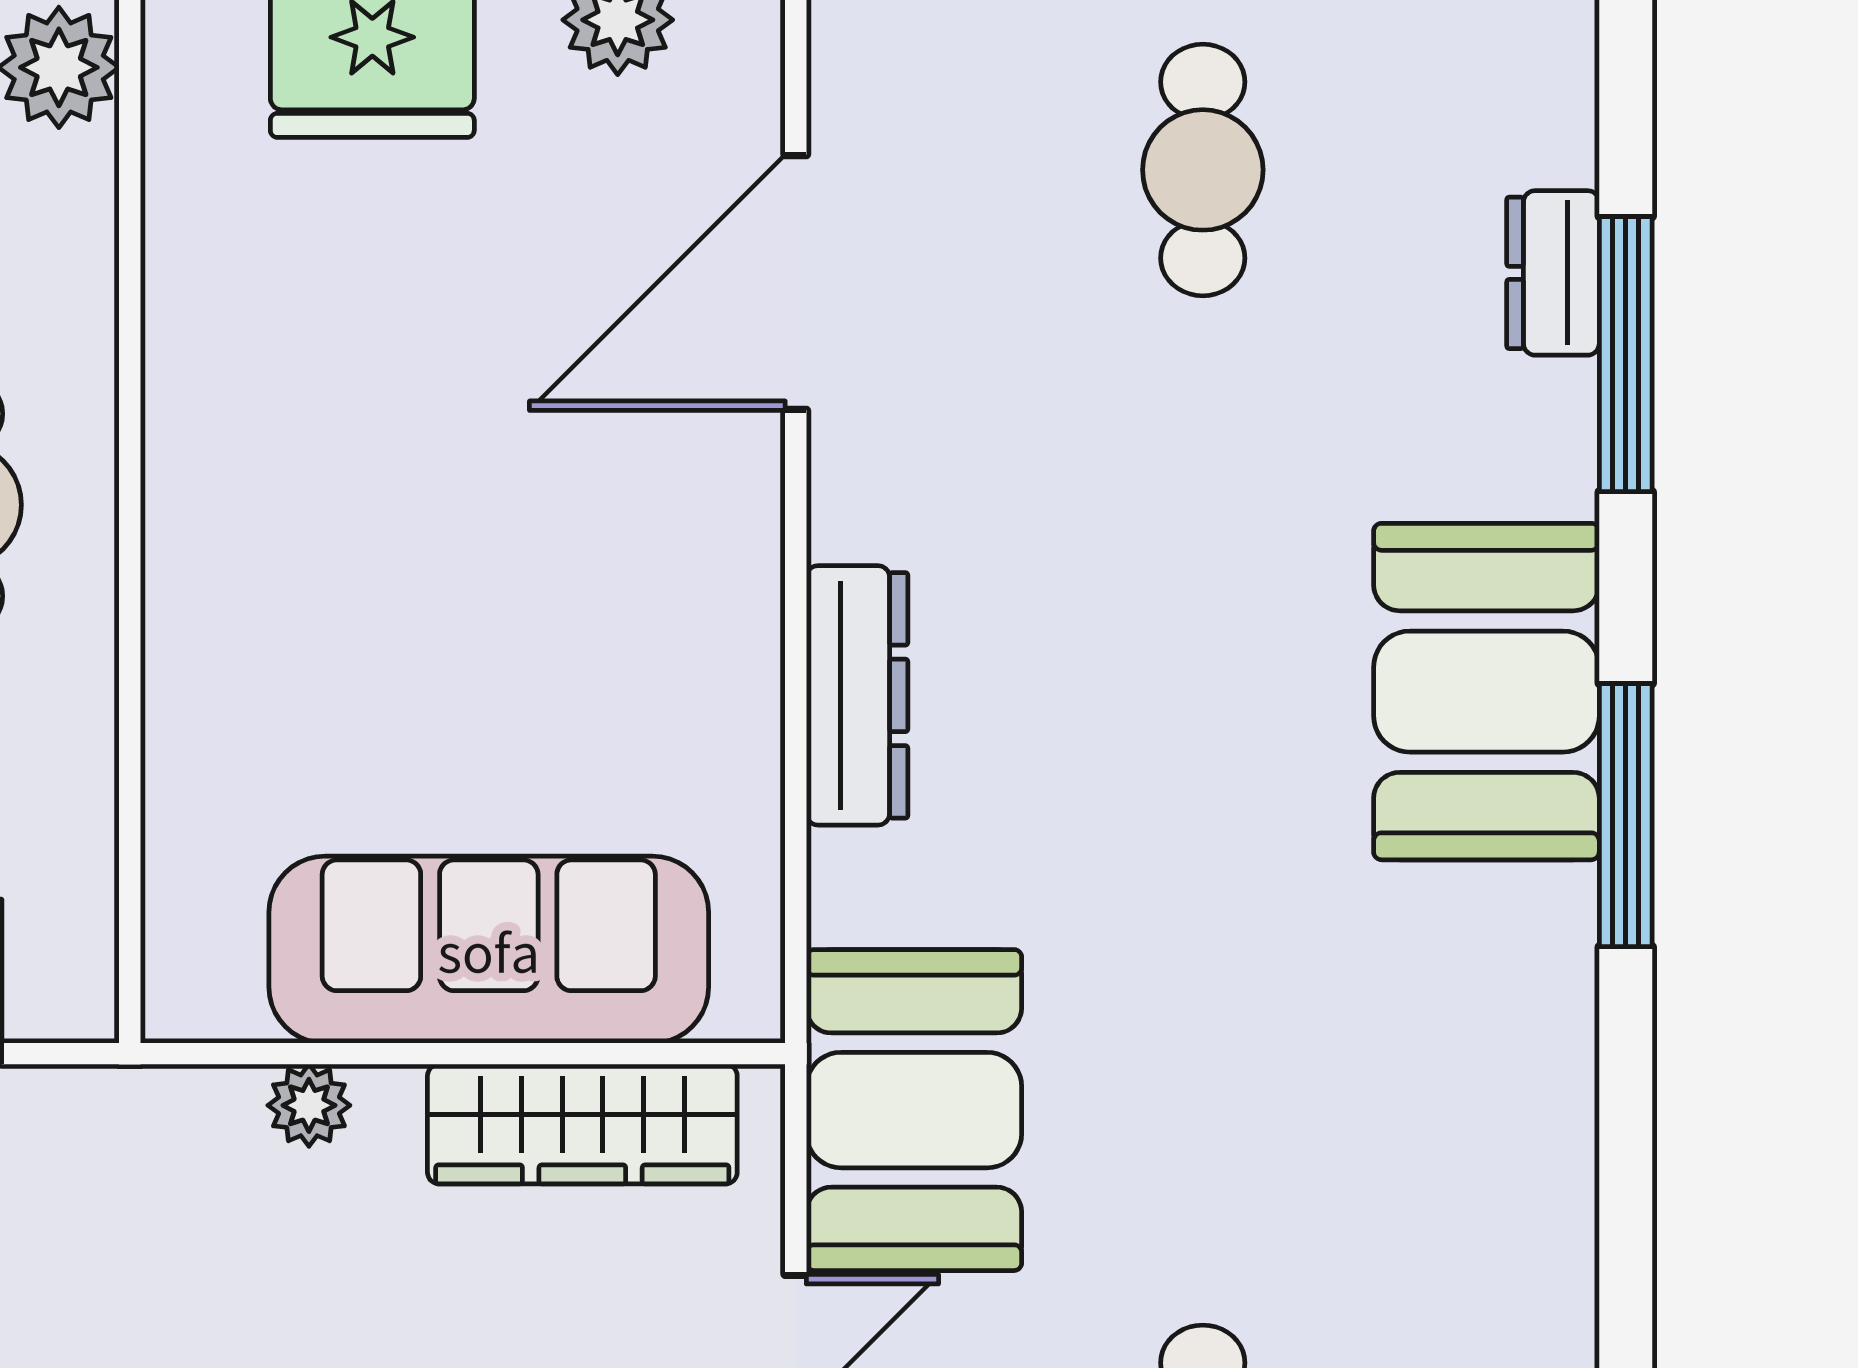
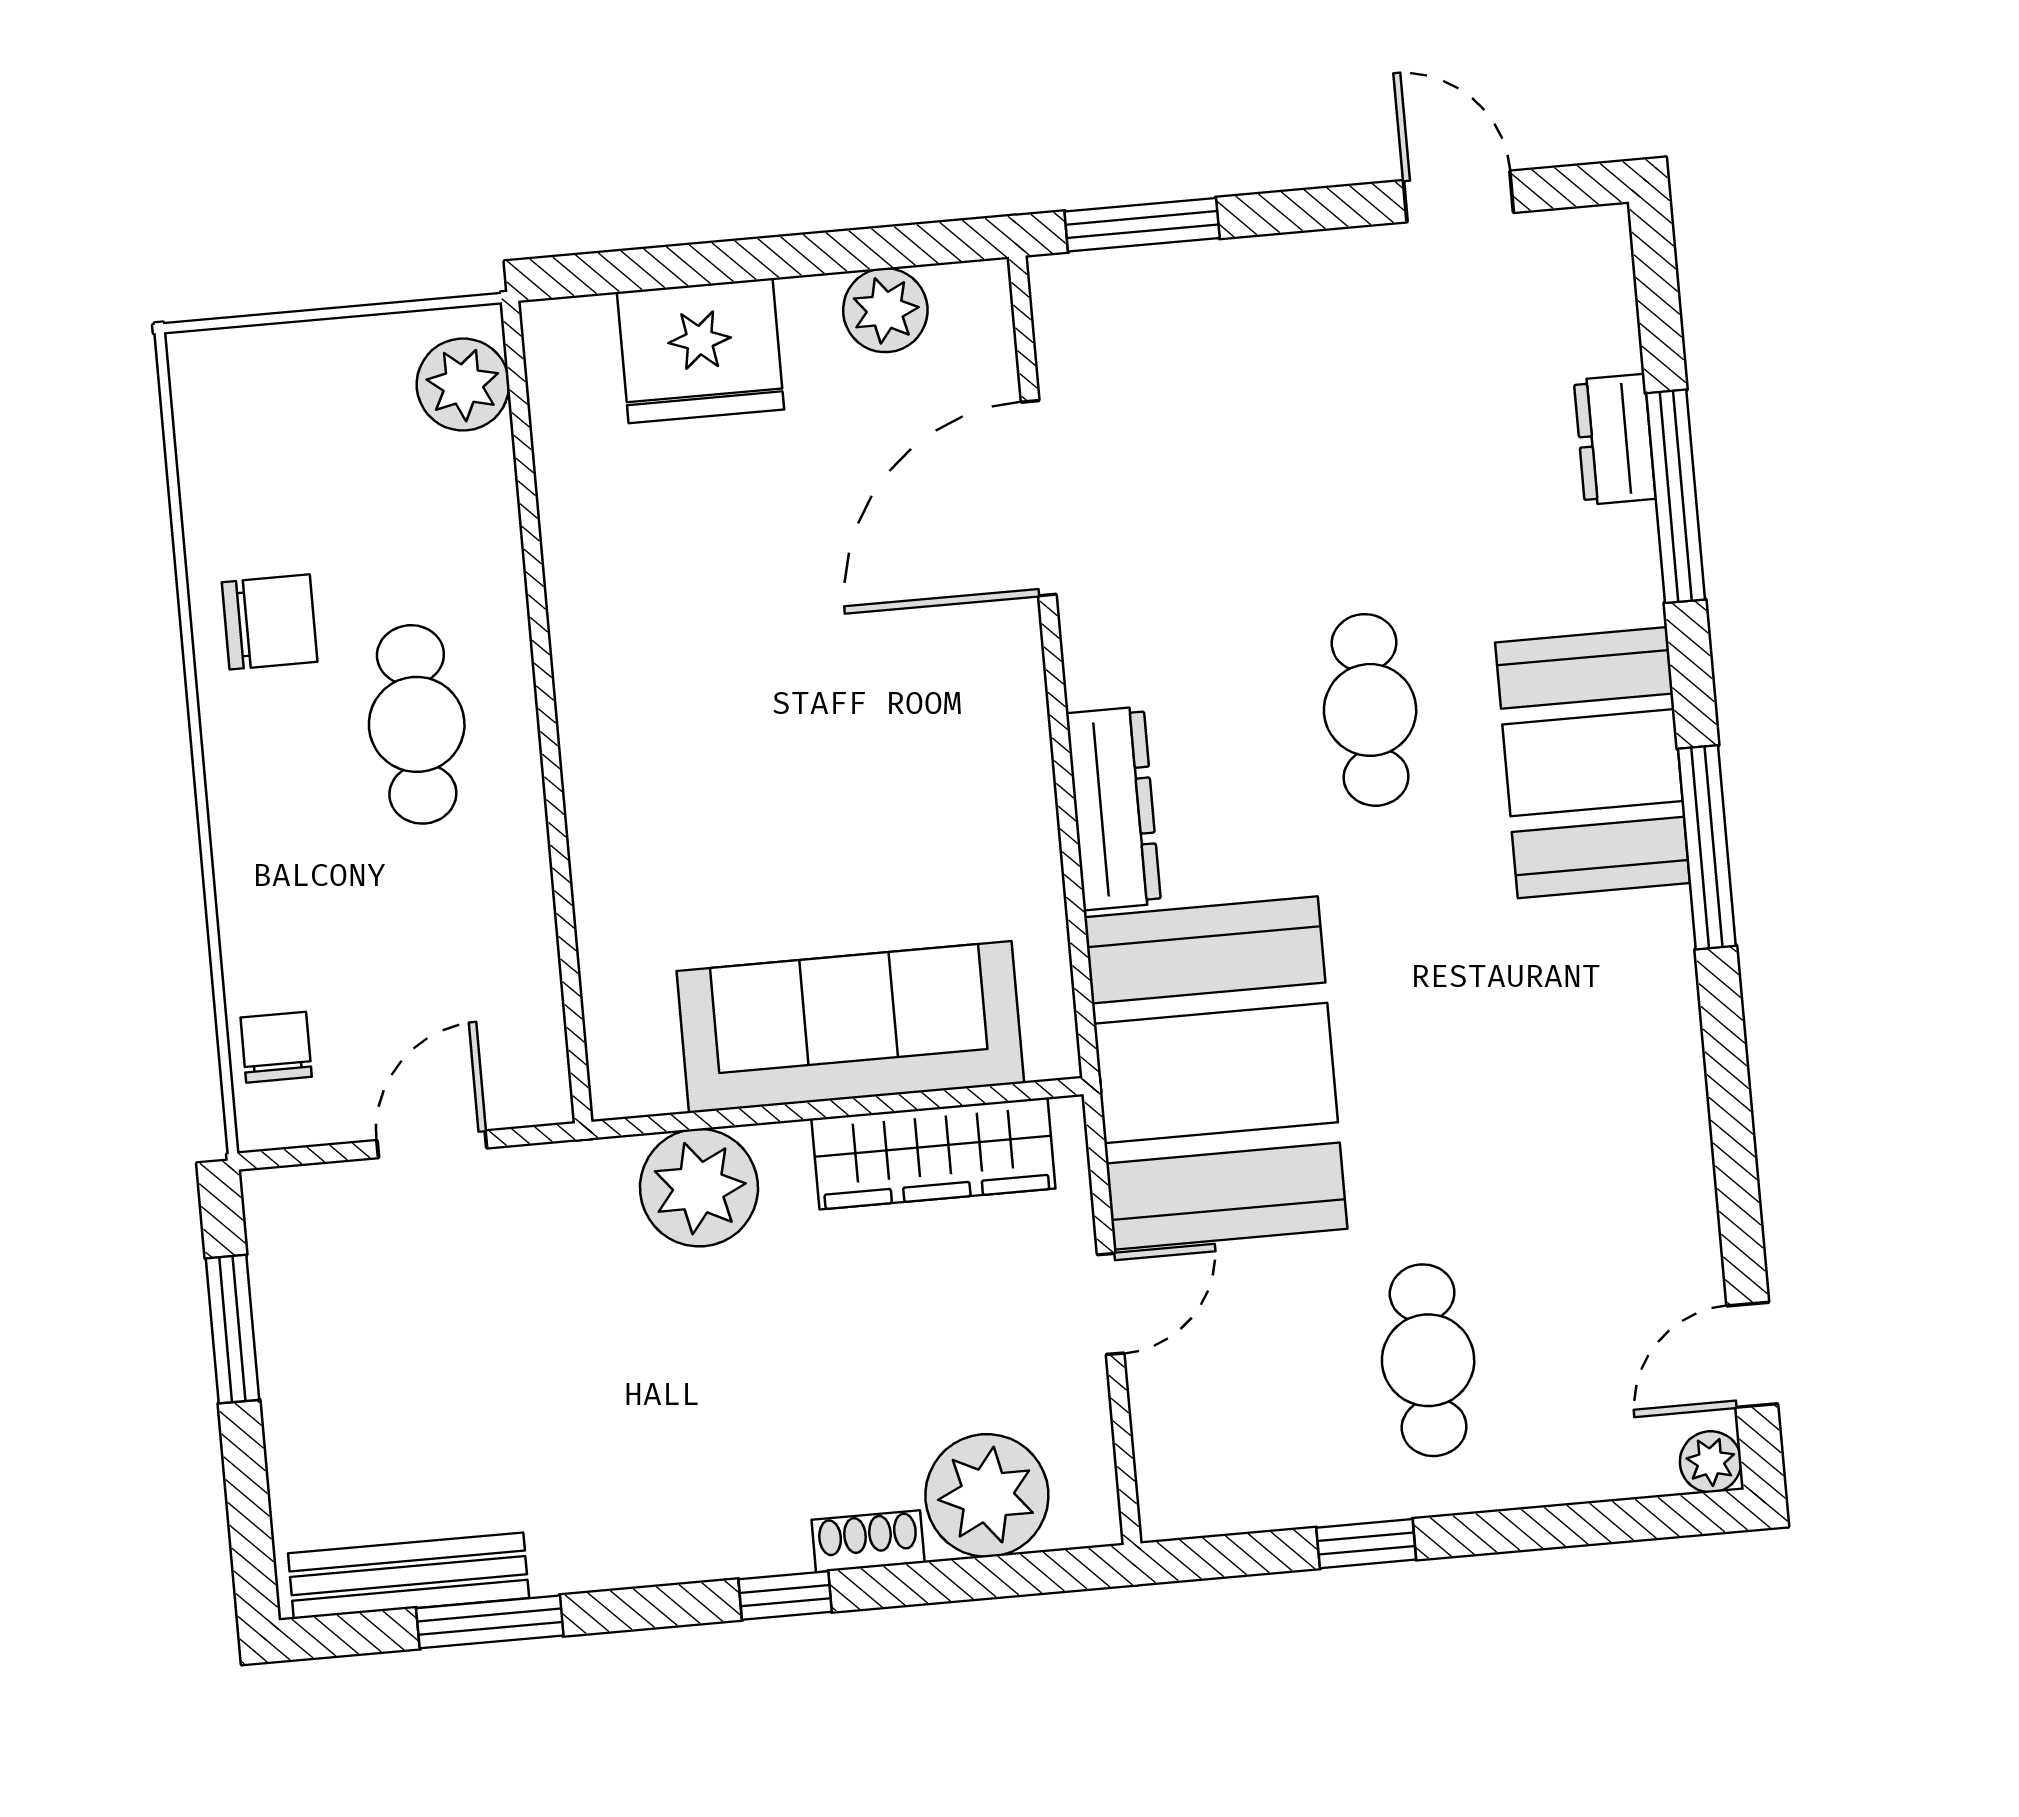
cafe table: (1203, 170) -> (1370, 710), moved
plant: (309, 1105) -> (699, 1188), width x1.87, depth x1.87
booth: (914, 1110) -> (1216, 1073), width x1.36, depth x1.42

